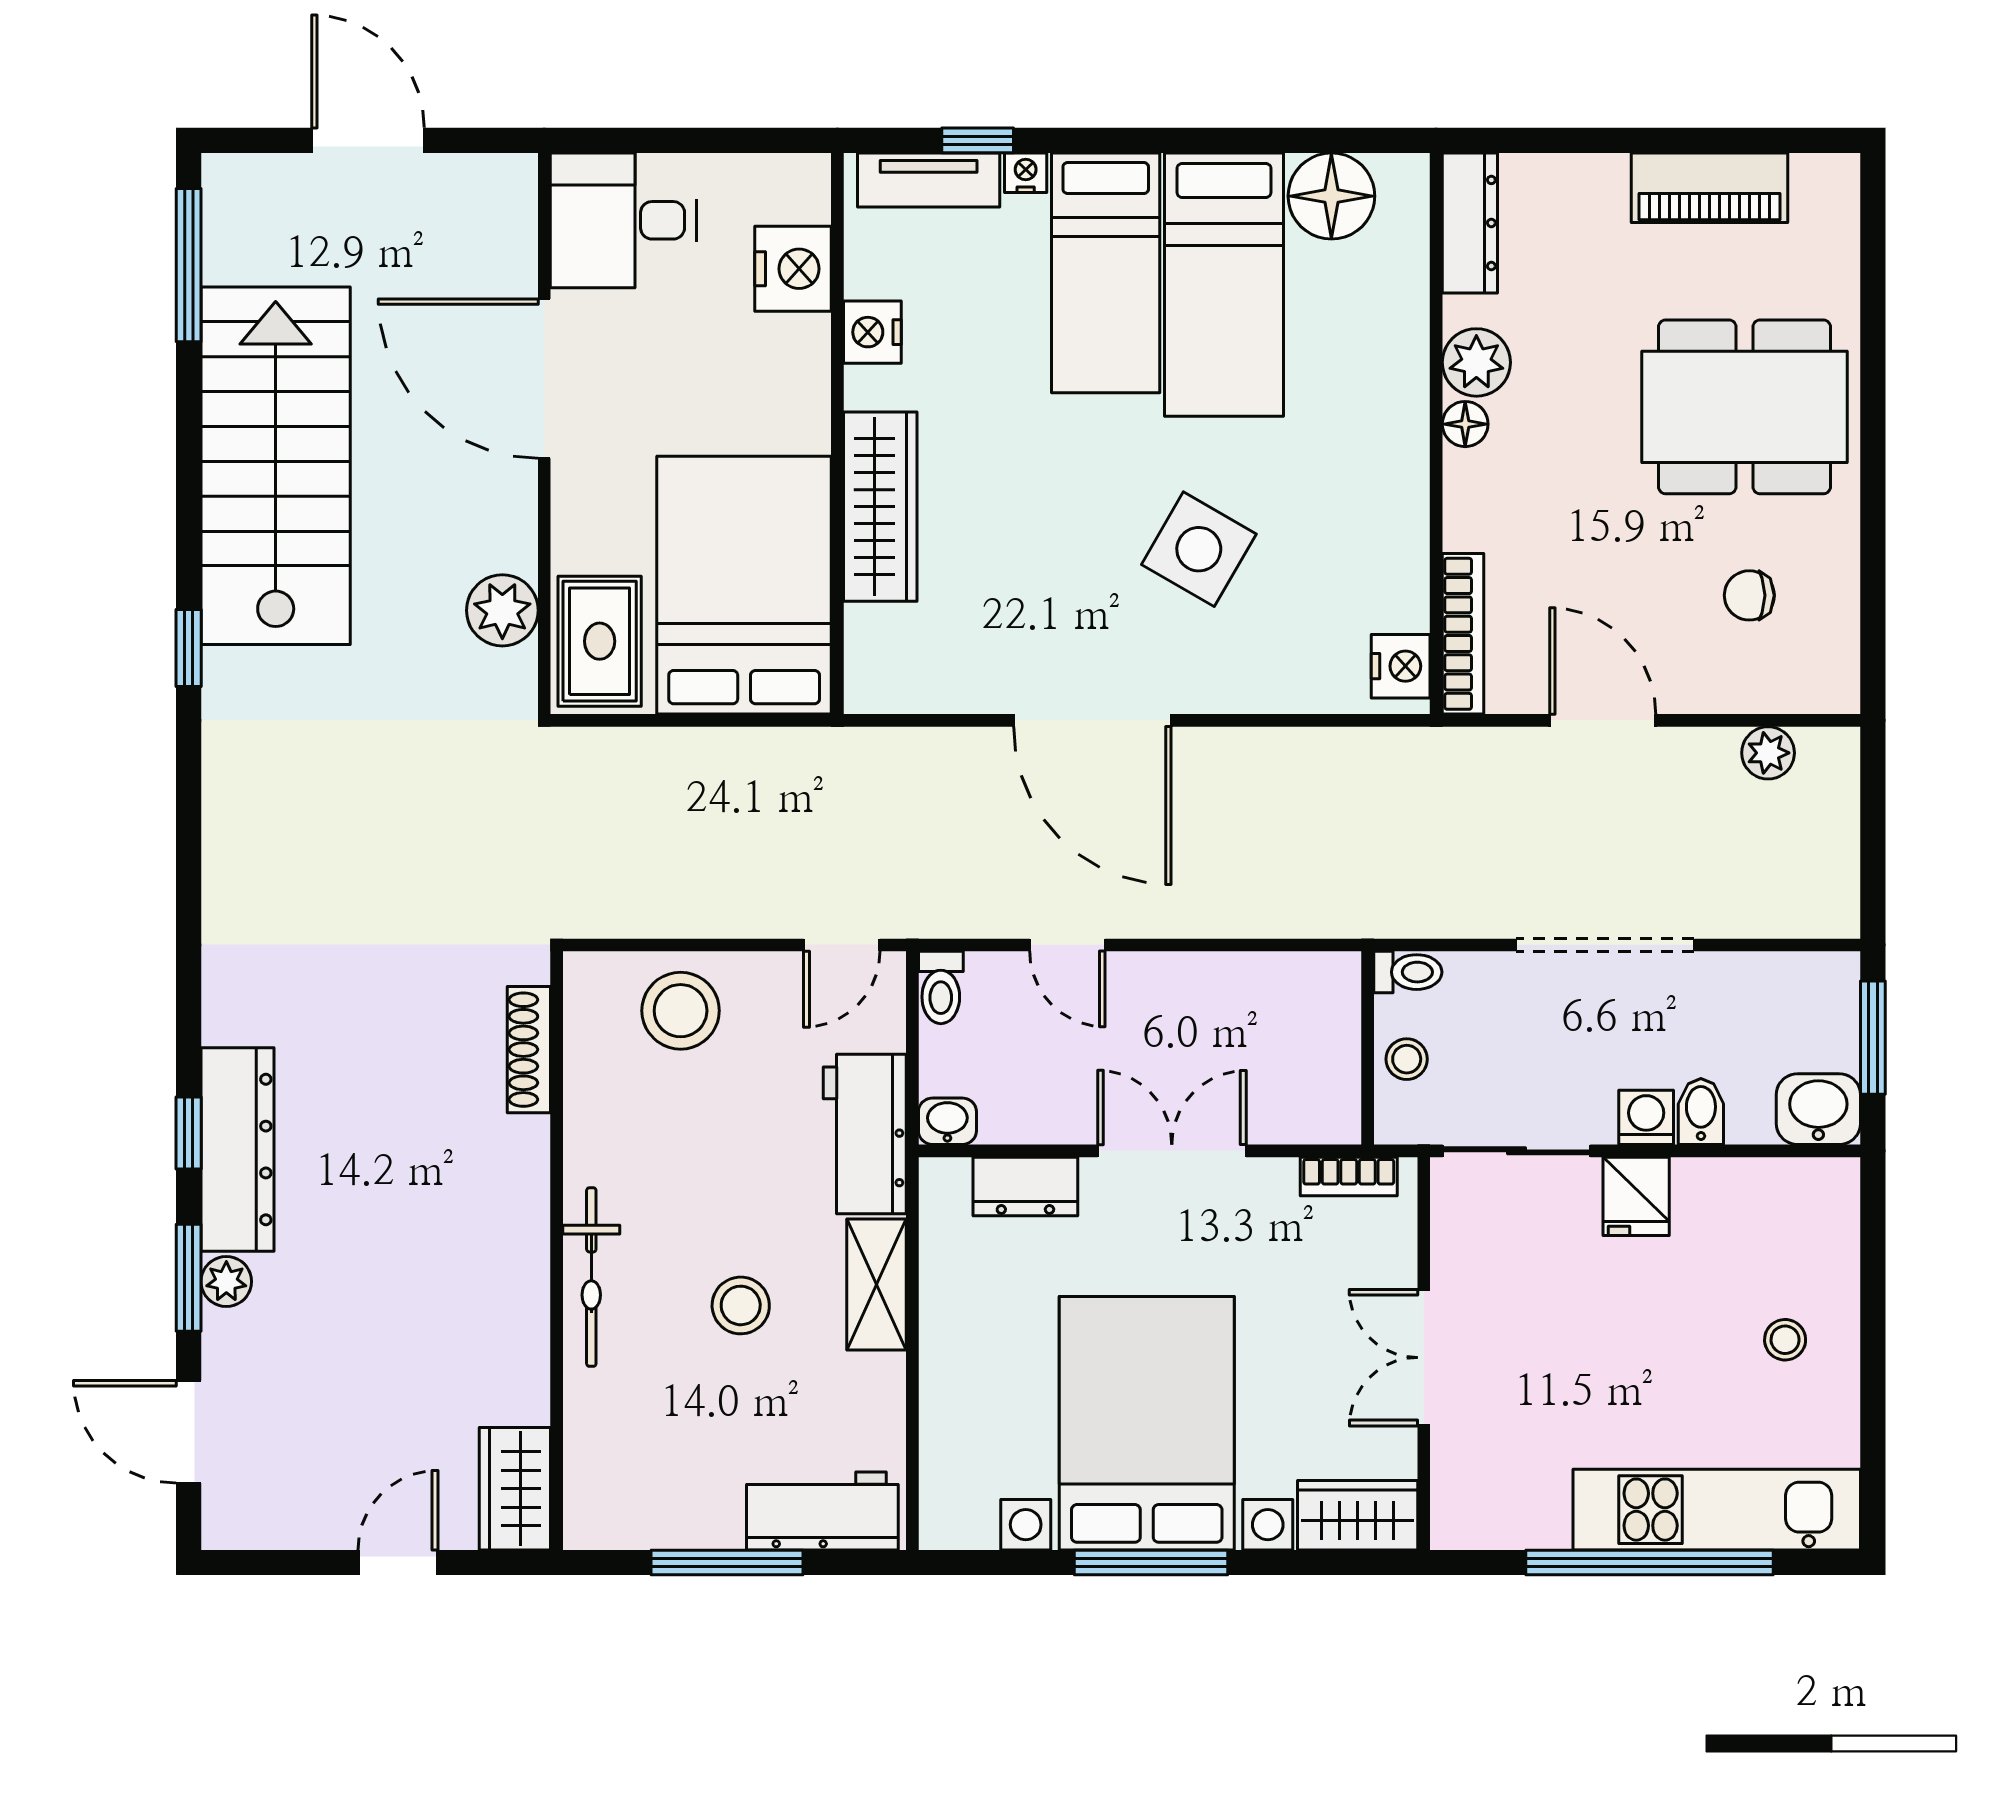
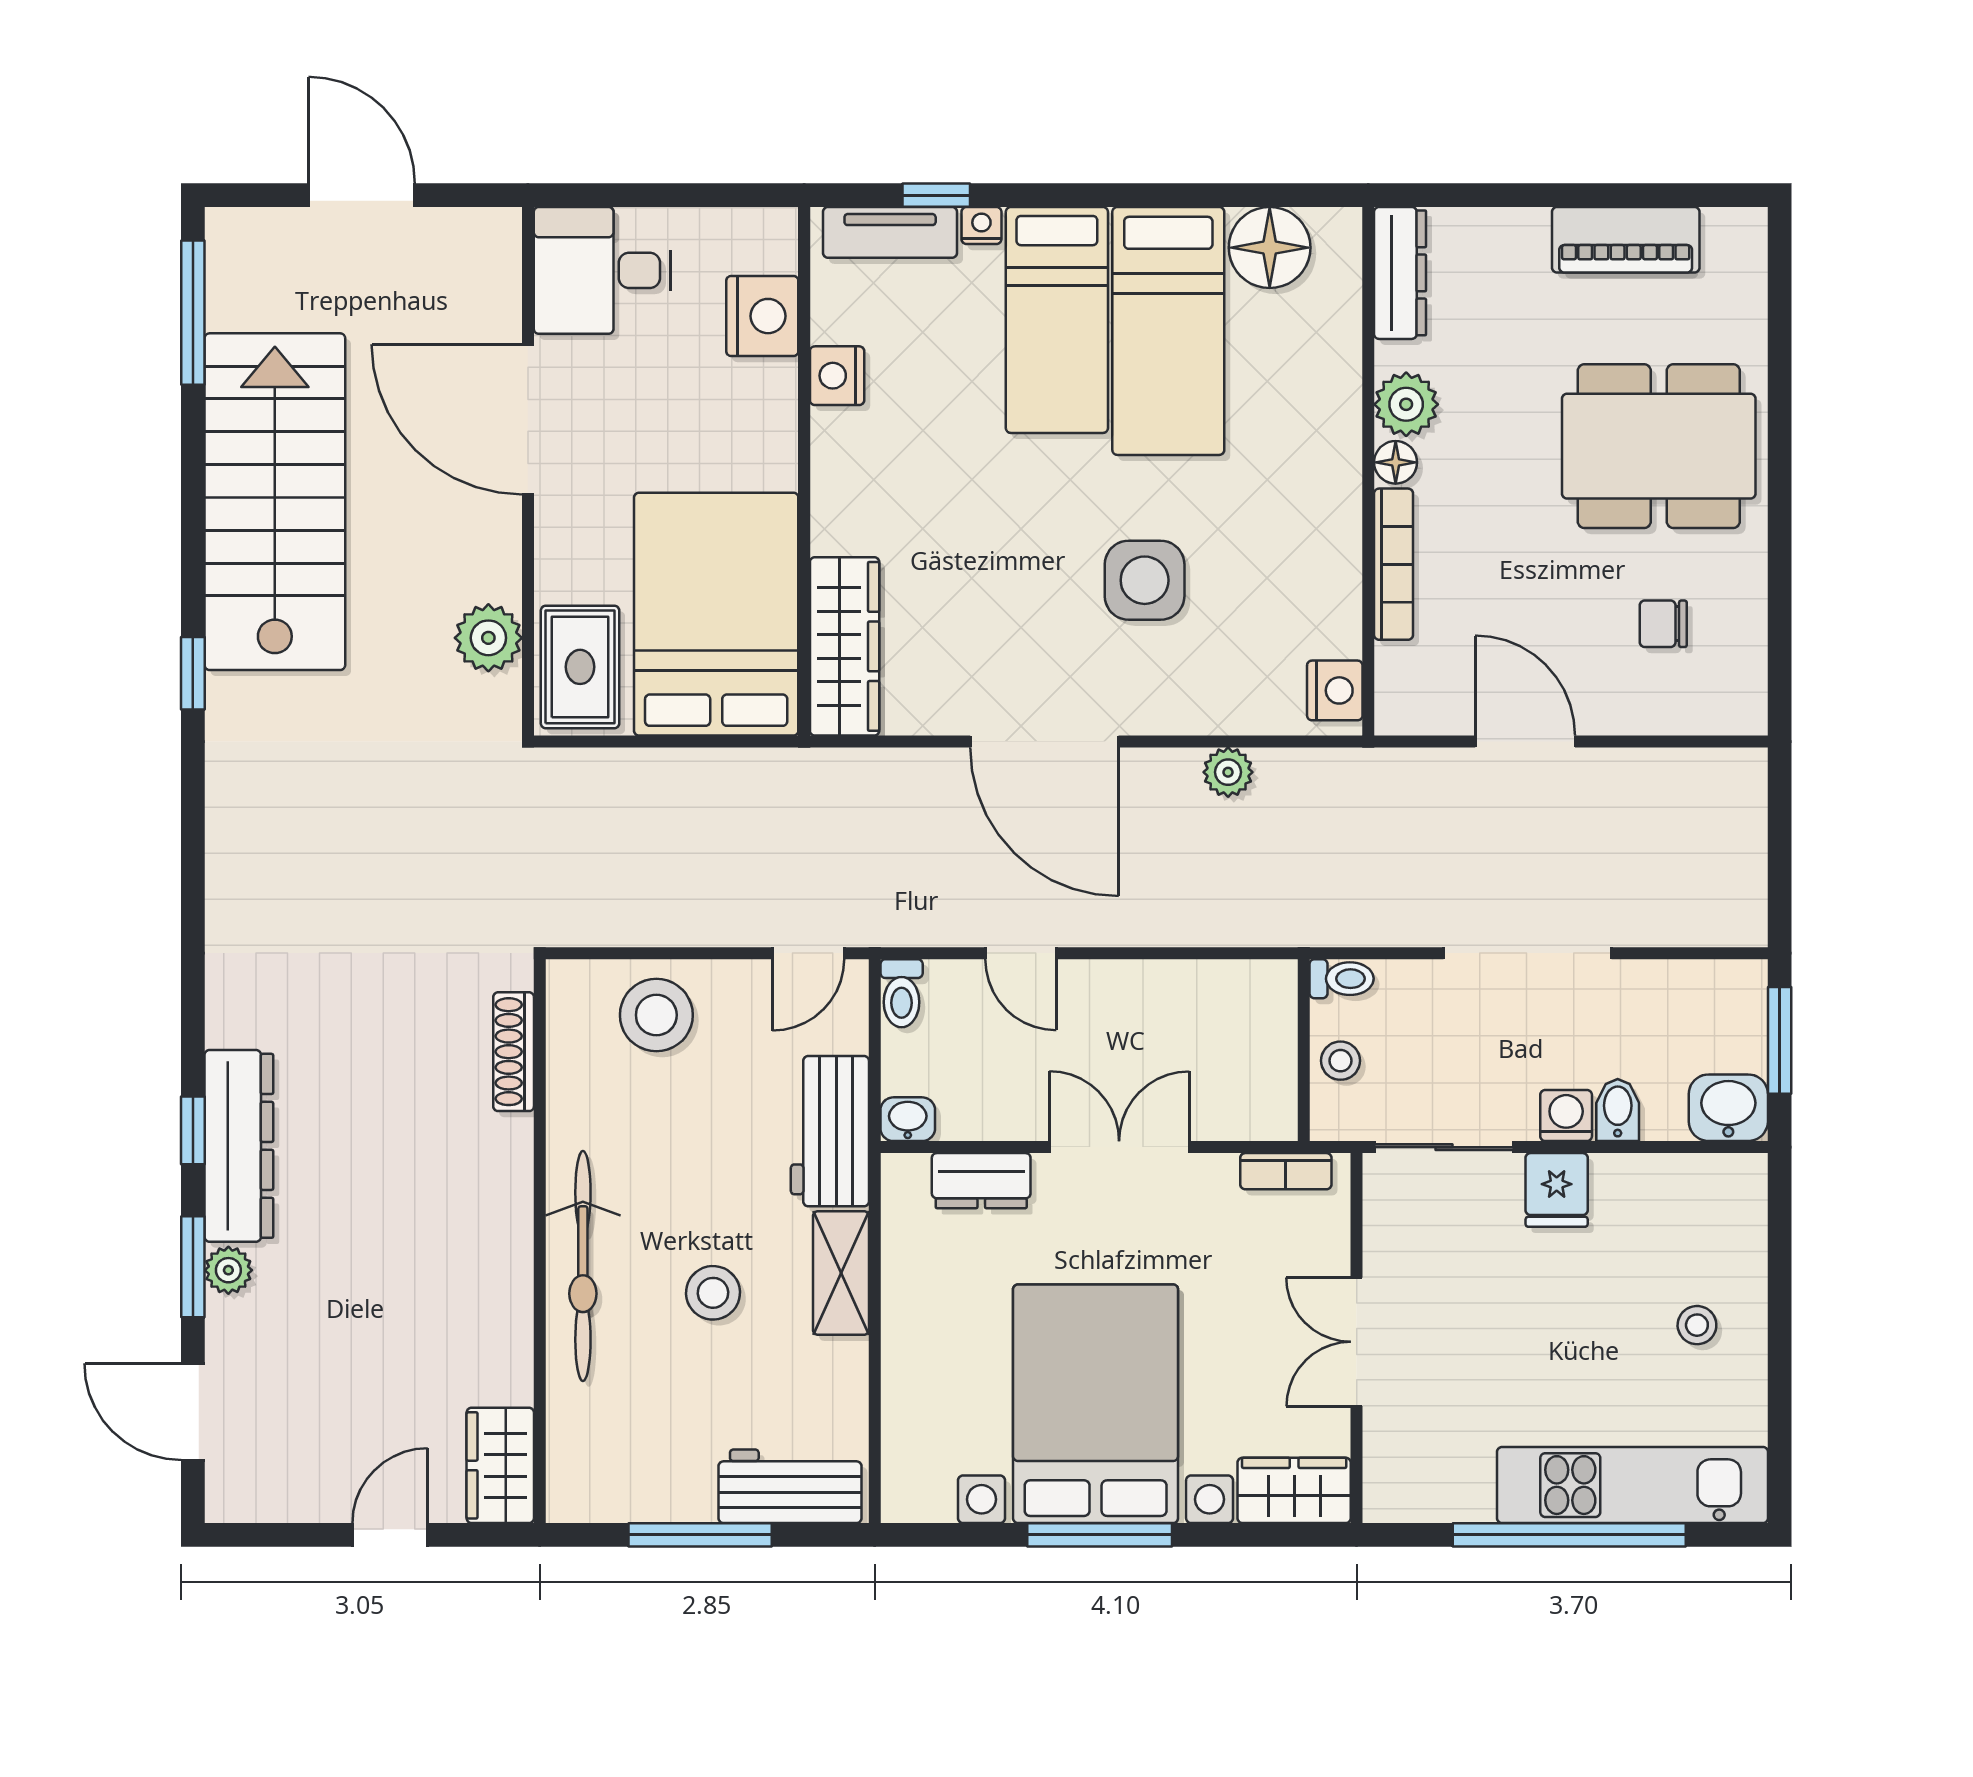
wardrobe: (880, 507) -> (845, 646), moved
side table: (1199, 549) -> (1145, 580), turned -30
bookcase: (1463, 634) -> (1394, 564), moved
plant: (1768, 753) -> (1228, 772), moved
bicycle: (591, 1277) -> (583, 1266), width x1.37, depth x1.40

